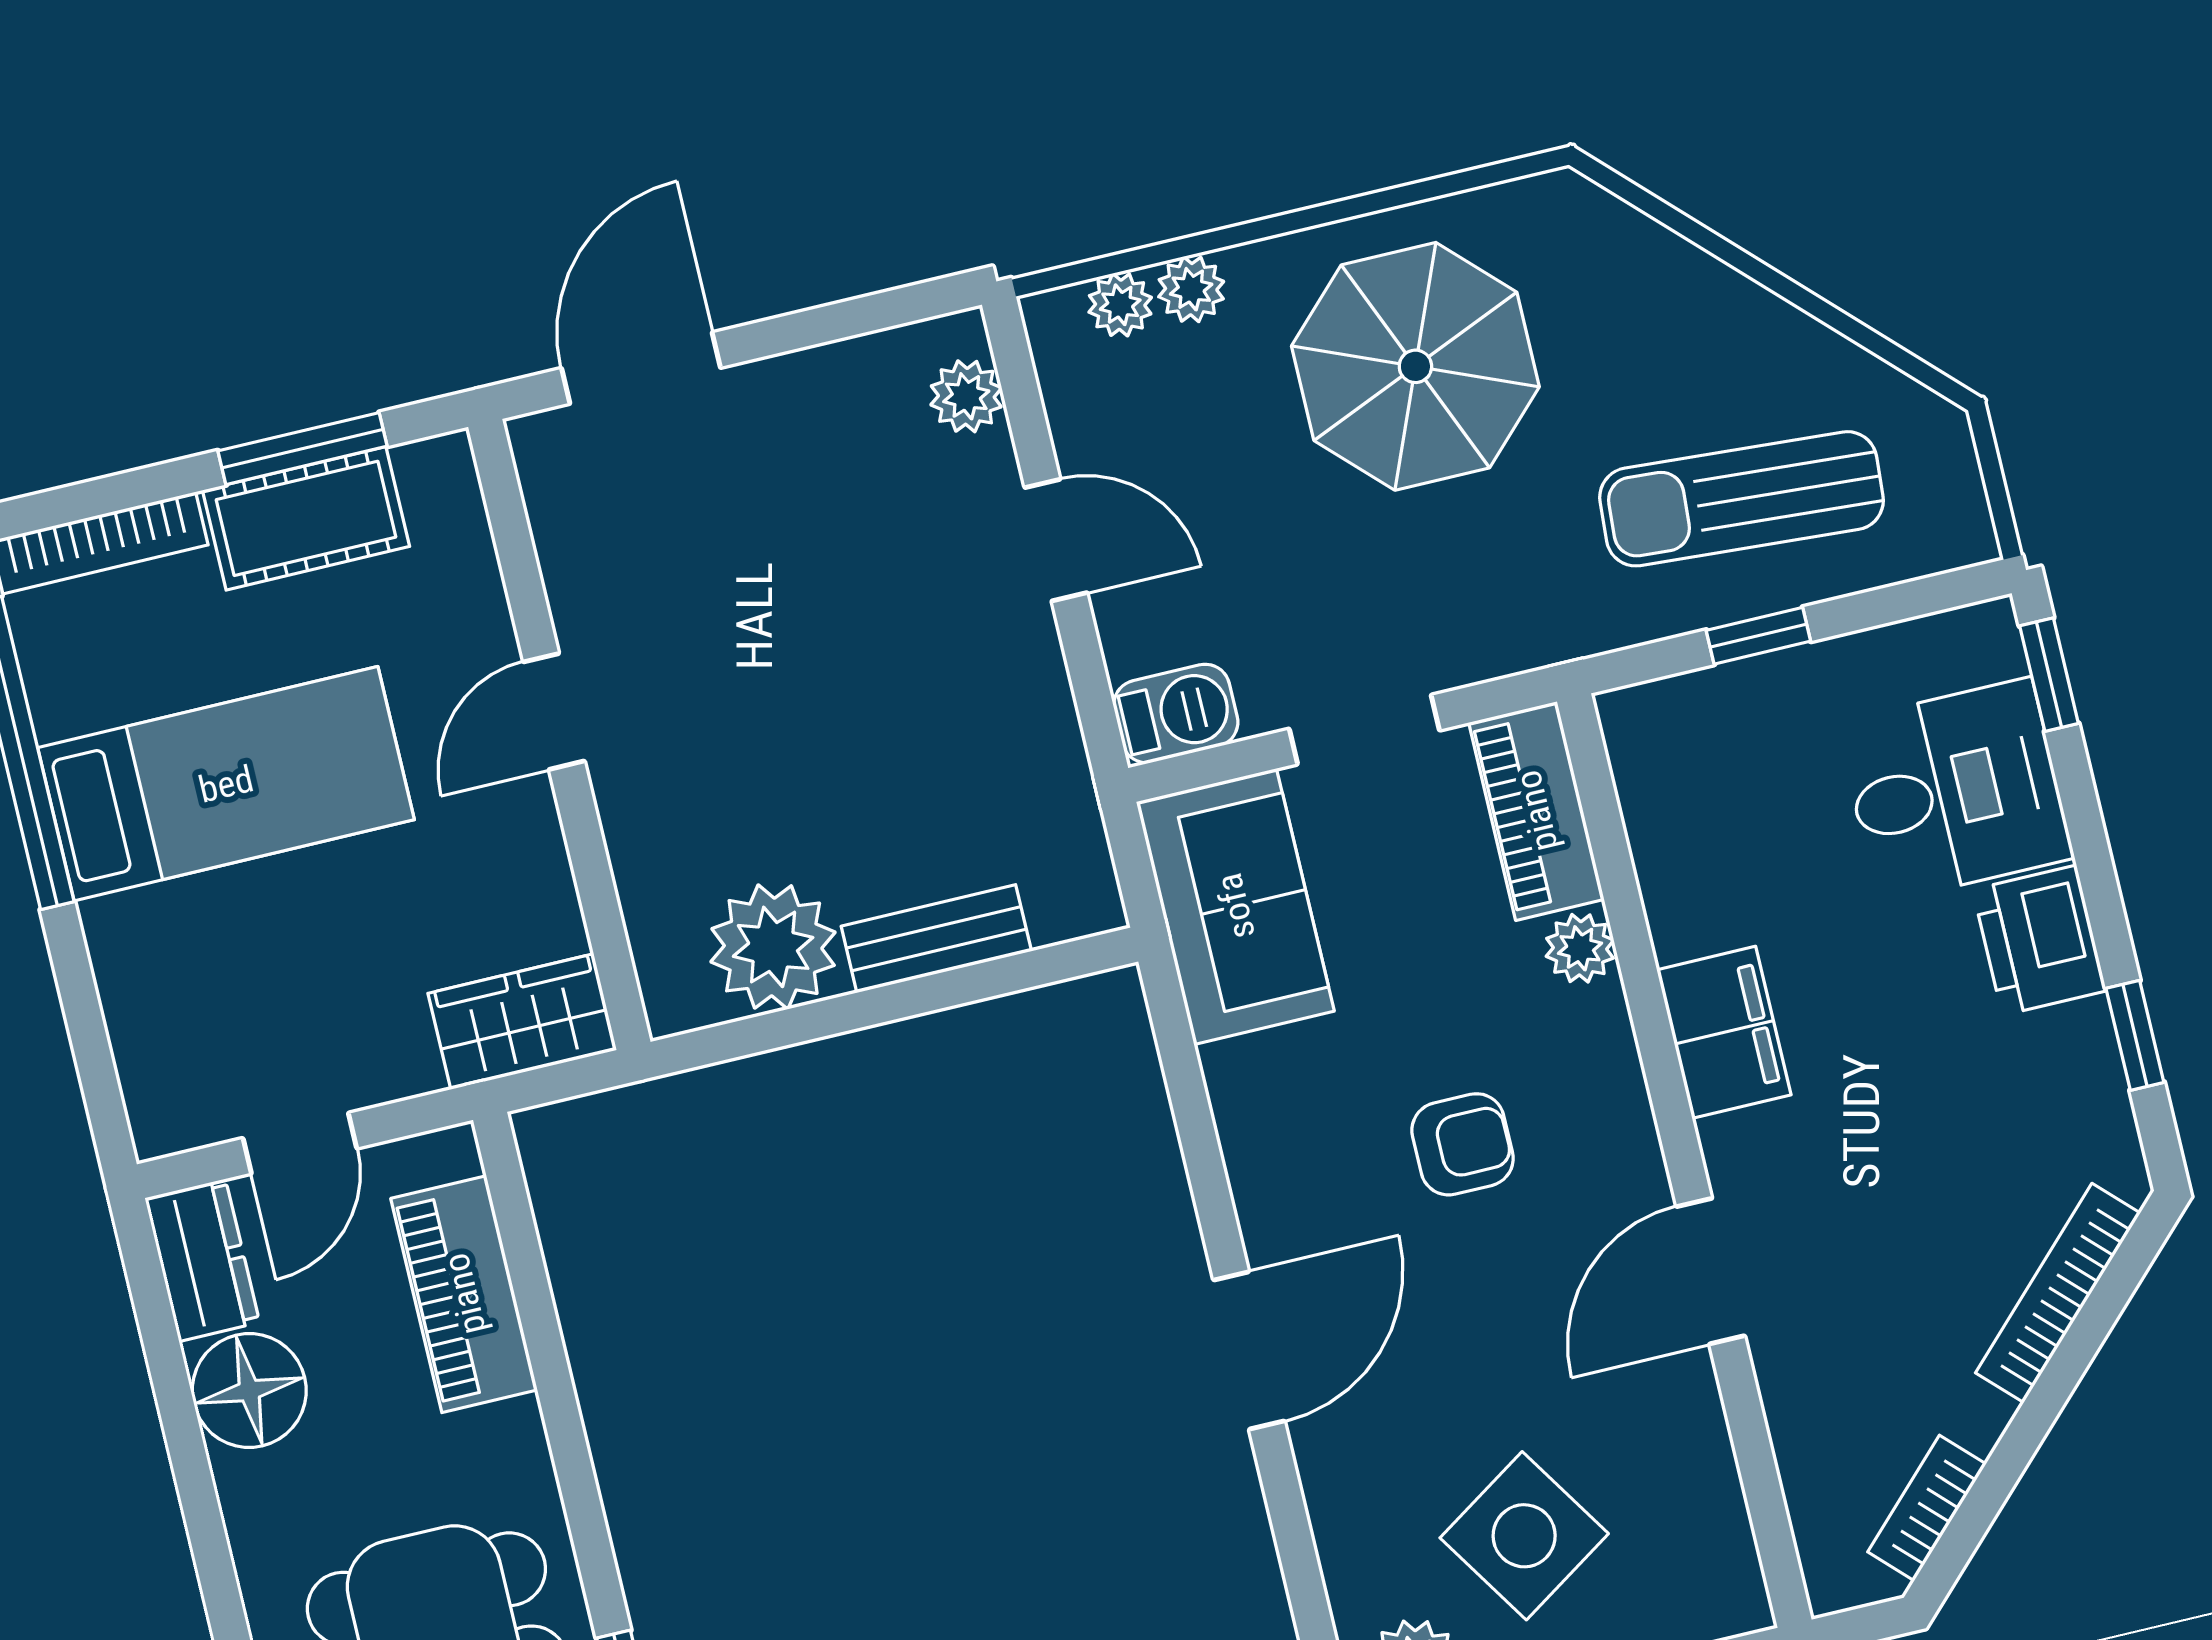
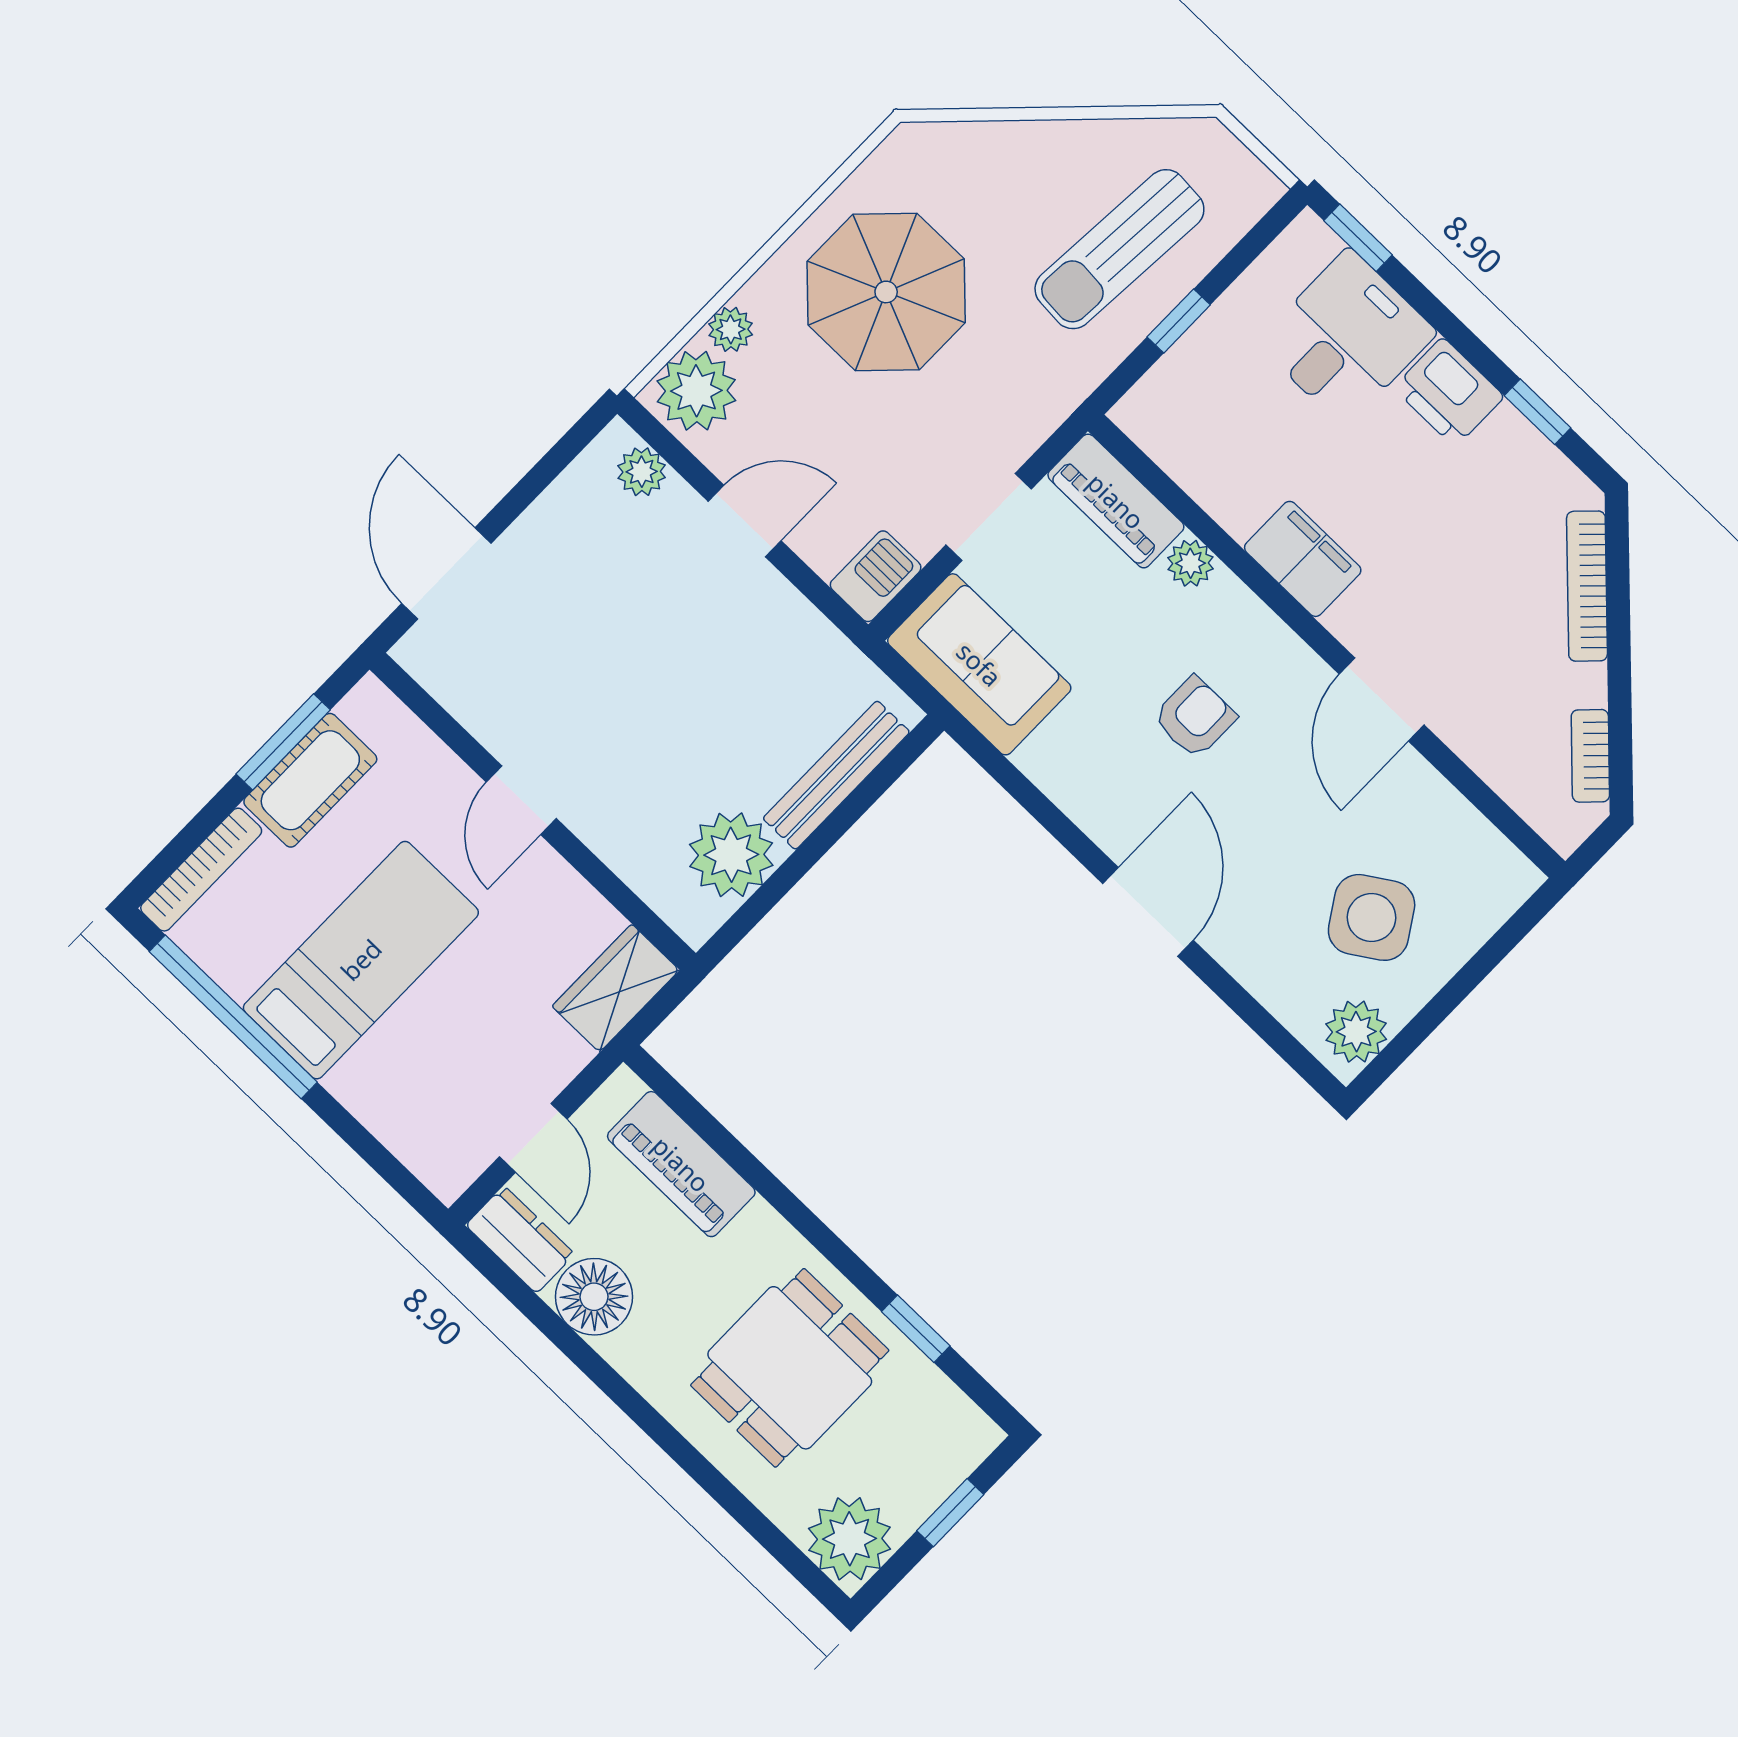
plant: (1120, 305) -> (696, 391), width x1.87, depth x1.87
bench: (936, 939) -> (836, 775), width x1.36

